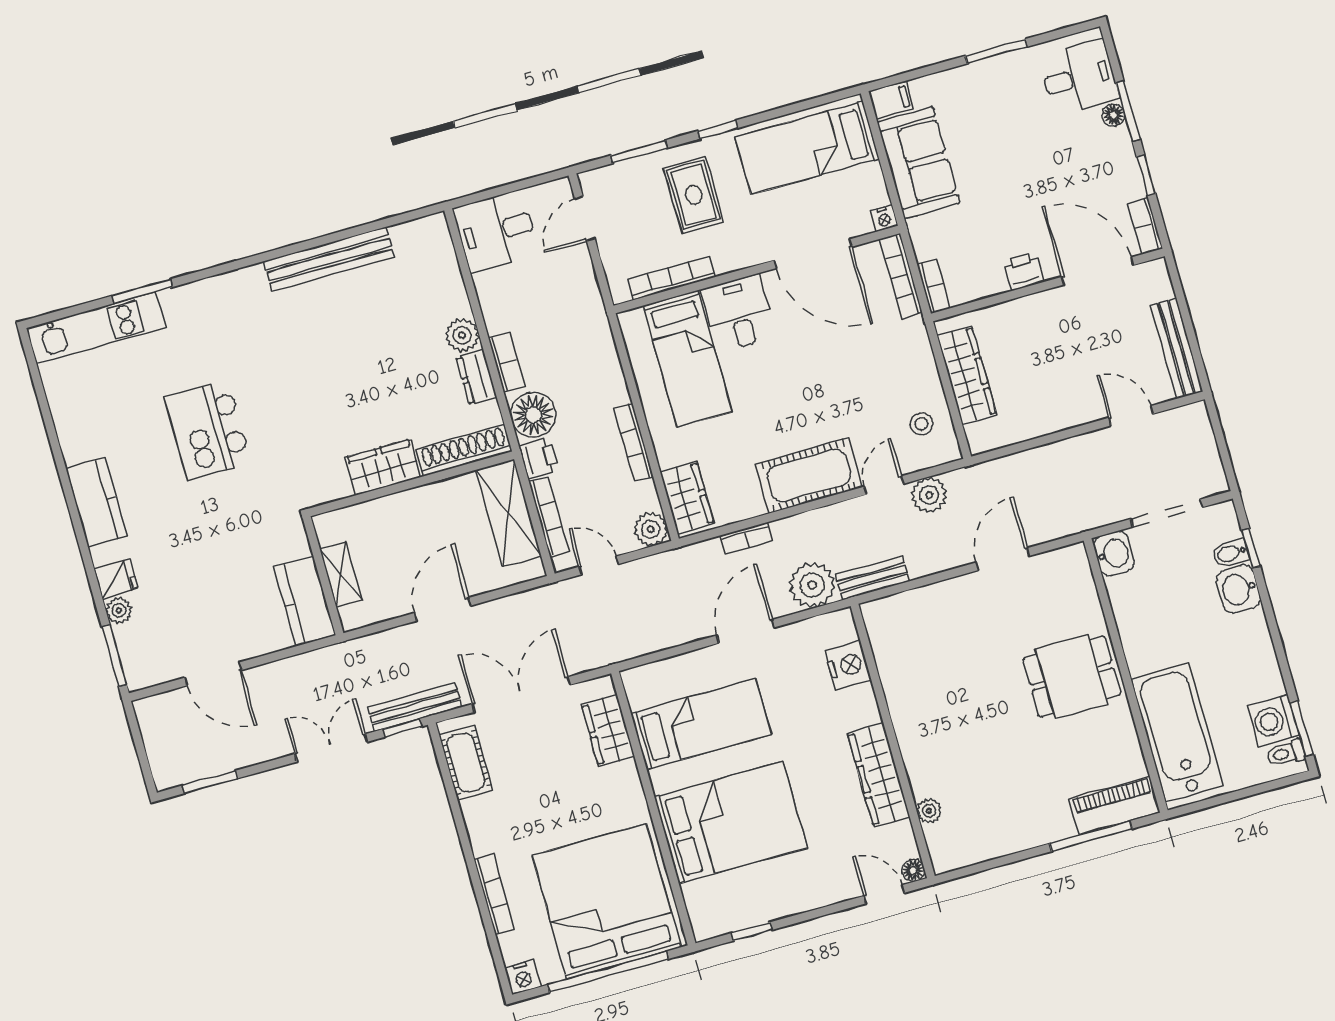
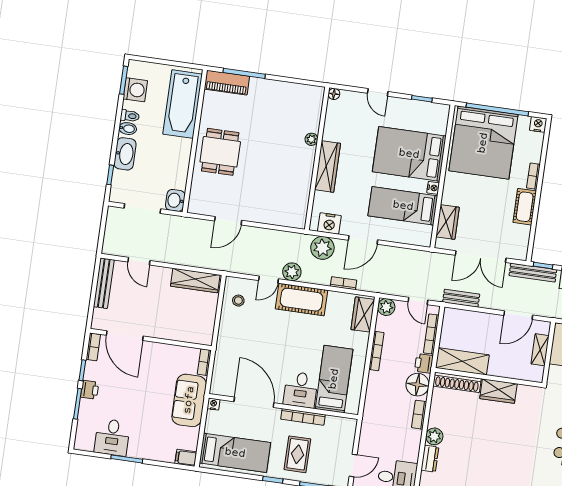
desk: (1079, 77) -> (112, 437), moved, turned -90
floor lamp: (1113, 115) -> (85, 405), removed
sofa: (919, 163) -> (189, 400), moved
printer: (1023, 271) -> (90, 390), moved, turned -90
bookcase: (901, 276) -> (217, 374), removed
bookcase: (671, 278) -> (303, 417), moved
wardrobe: (967, 375) -> (195, 280), moved, turned -90
dresser: (477, 377) -> (430, 459), moved
plant: (929, 495) -> (292, 272), moved
shelving: (509, 513) -> (462, 361), moved, turned 90
bidet: (1230, 553) -> (128, 129), moved
bench: (873, 578) -> (461, 298), moved
washbasin: (1239, 589) -> (125, 154), width x1.38
door: (443, 609) -> (518, 315), moved
nightstand: (848, 665) -> (329, 223), moved, turned -90
dining table: (1072, 676) -> (220, 152), turned 90
toilet: (1286, 753) -> (130, 116), moved
cot: (466, 762) -> (525, 207), moved
wardrobe: (879, 775) -> (328, 167), moved
nightstand: (661, 780) -> (433, 188), added
plant: (929, 811) -> (311, 139), moved
bookcase: (494, 894) -> (533, 176), width x0.64
door: (884, 894) -> (378, 92), moved

